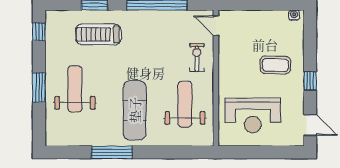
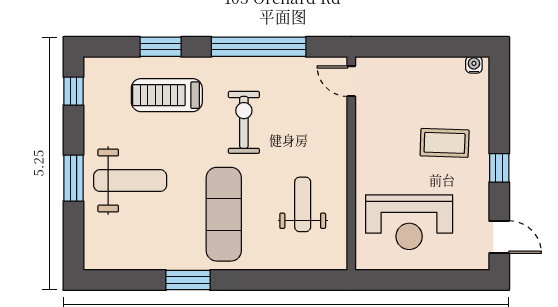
exercise bike: (197, 58) -> (244, 122), moved, width x1.38, depth x1.39
weight bench: (75, 89) -> (130, 181), turned 90
weight bench: (185, 104) -> (303, 204), width x0.73, depth x0.75
window: (112, 152) -> (188, 280), width x0.69

